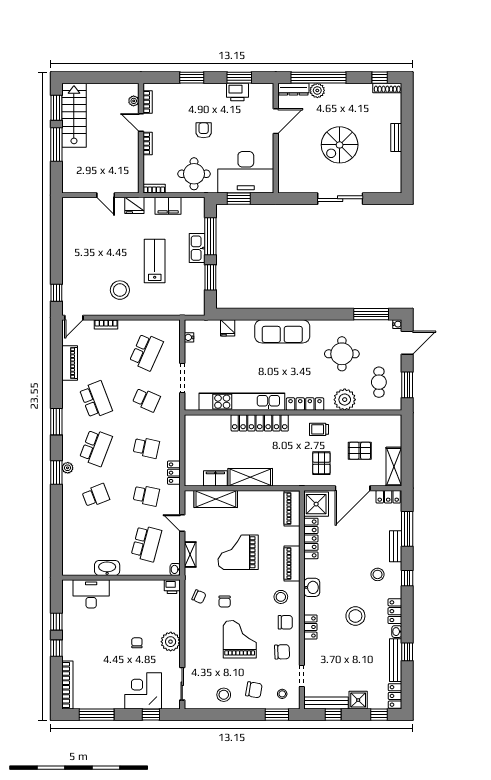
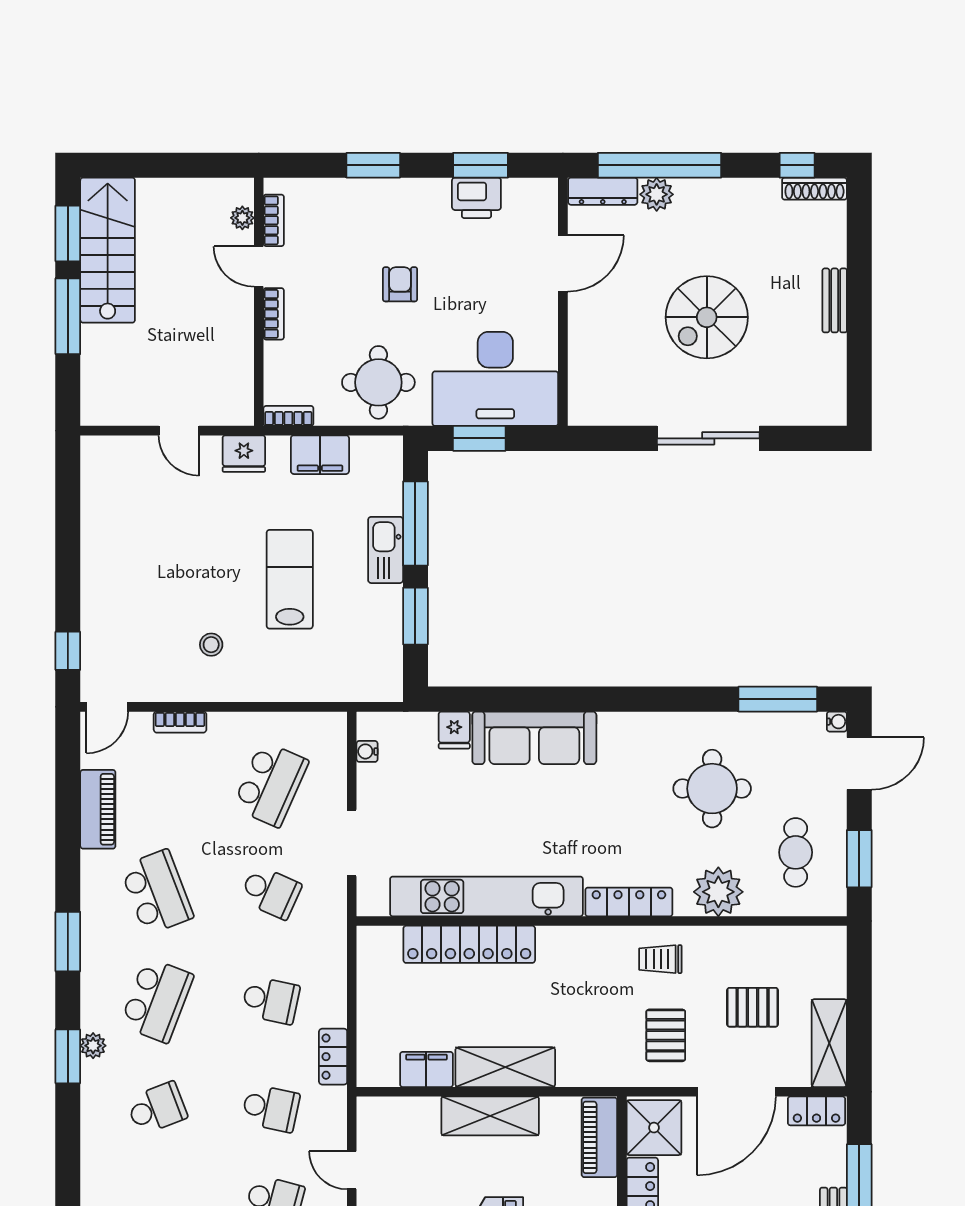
stool: (120, 290) -> (211, 645), width x0.53, depth x0.53
sofa: (282, 331) -> (534, 738), moved
locker: (260, 423) -> (469, 944), moved
shelving: (216, 499) -> (490, 1116), moved

